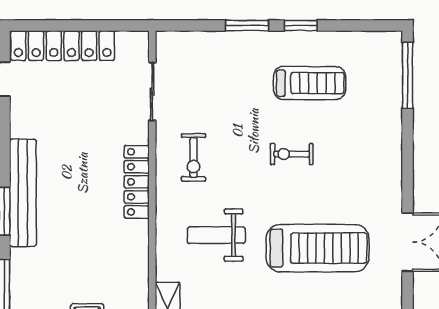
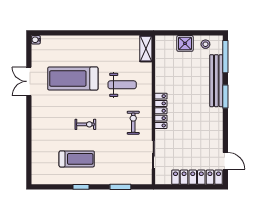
window: (247, 25) -> (120, 187), moved
window: (408, 75) -> (29, 163), removed
treadmill: (310, 83) -> (77, 159), turned 180
bench: (23, 193) -> (216, 81), moved

